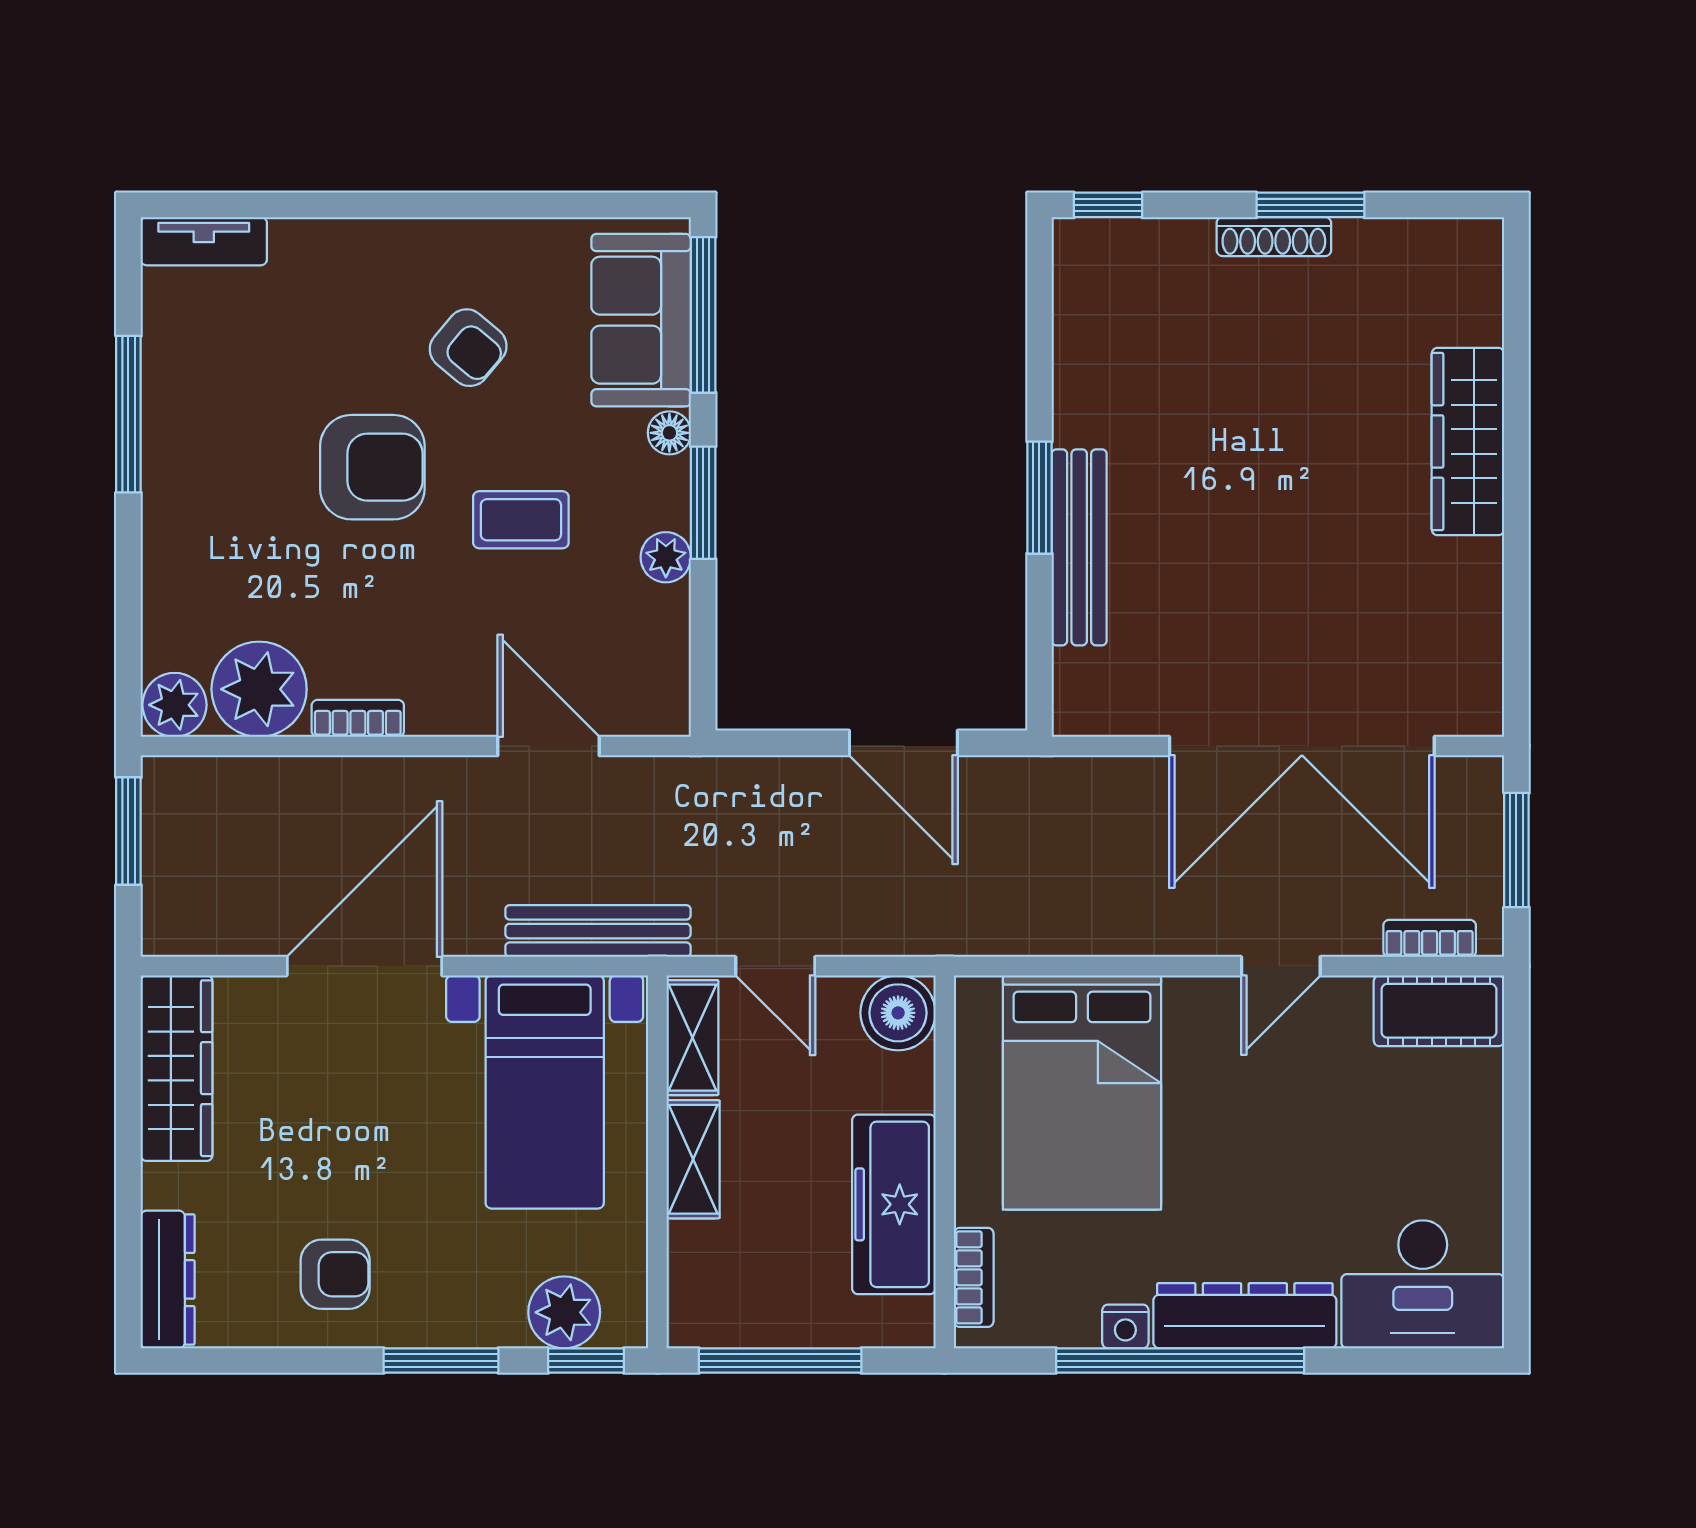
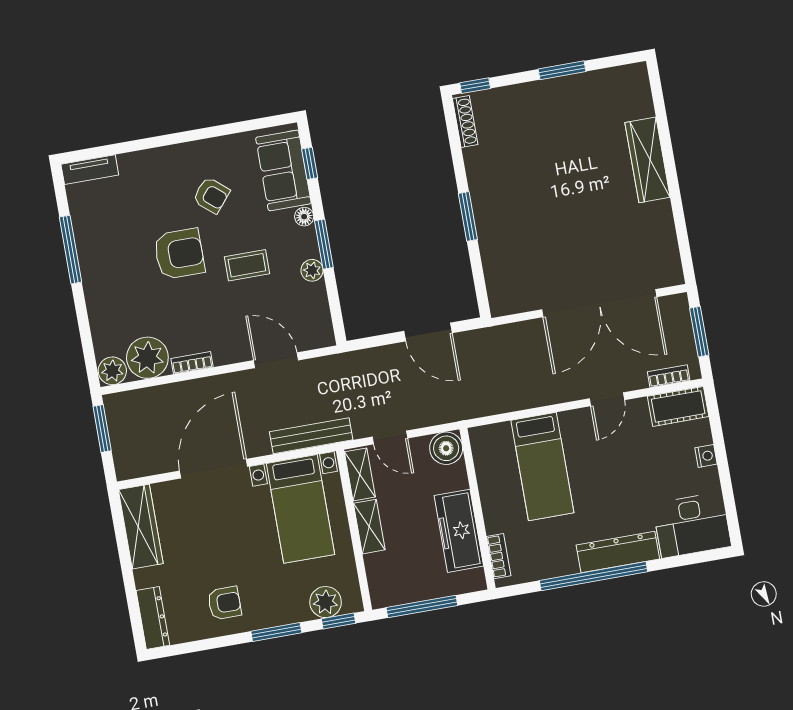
shoe rack: (1274, 237) -> (465, 122), moved, turned -90
window: (703, 315) -> (310, 163), width x0.46
bench: (1079, 547) -> (489, 235), removed
bed: (1082, 1093) -> (542, 467), width x0.67
nightstand: (1125, 1326) -> (706, 456), moved, turned -90

